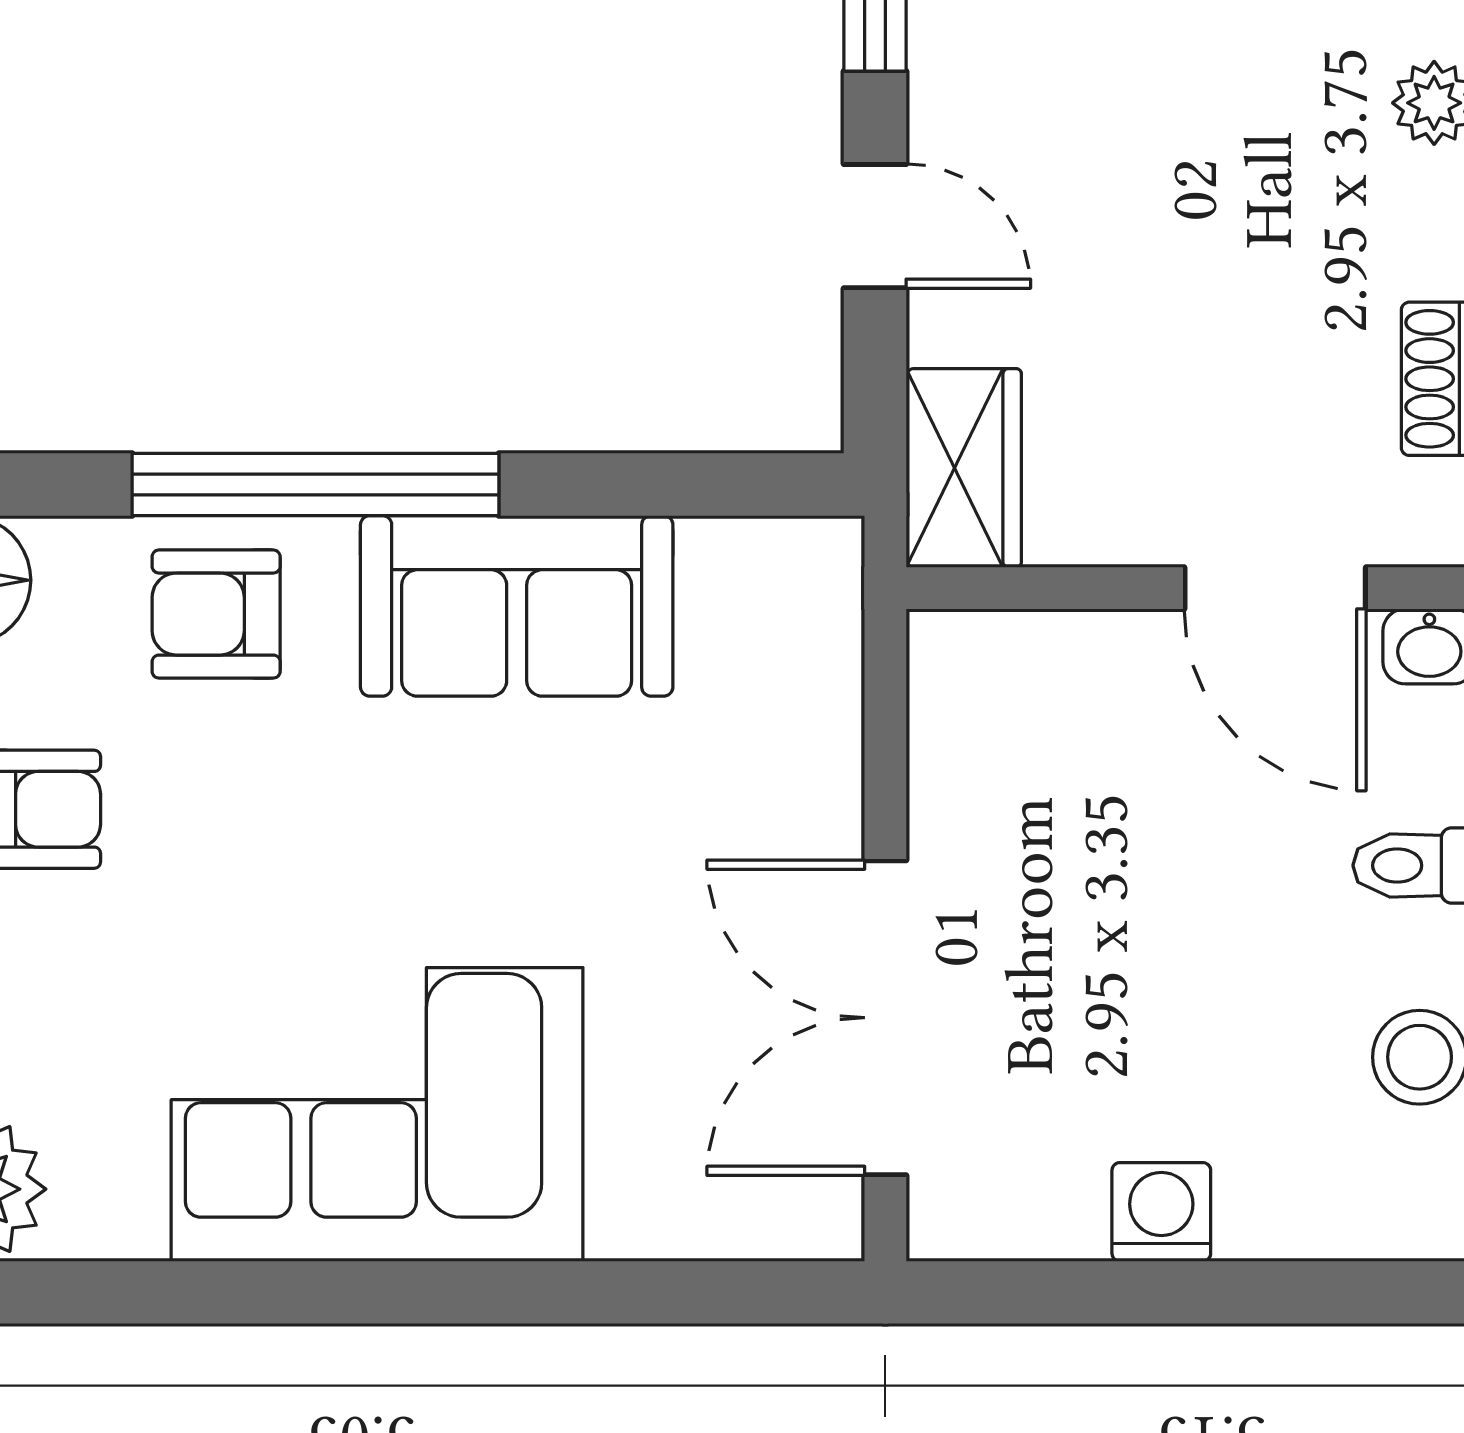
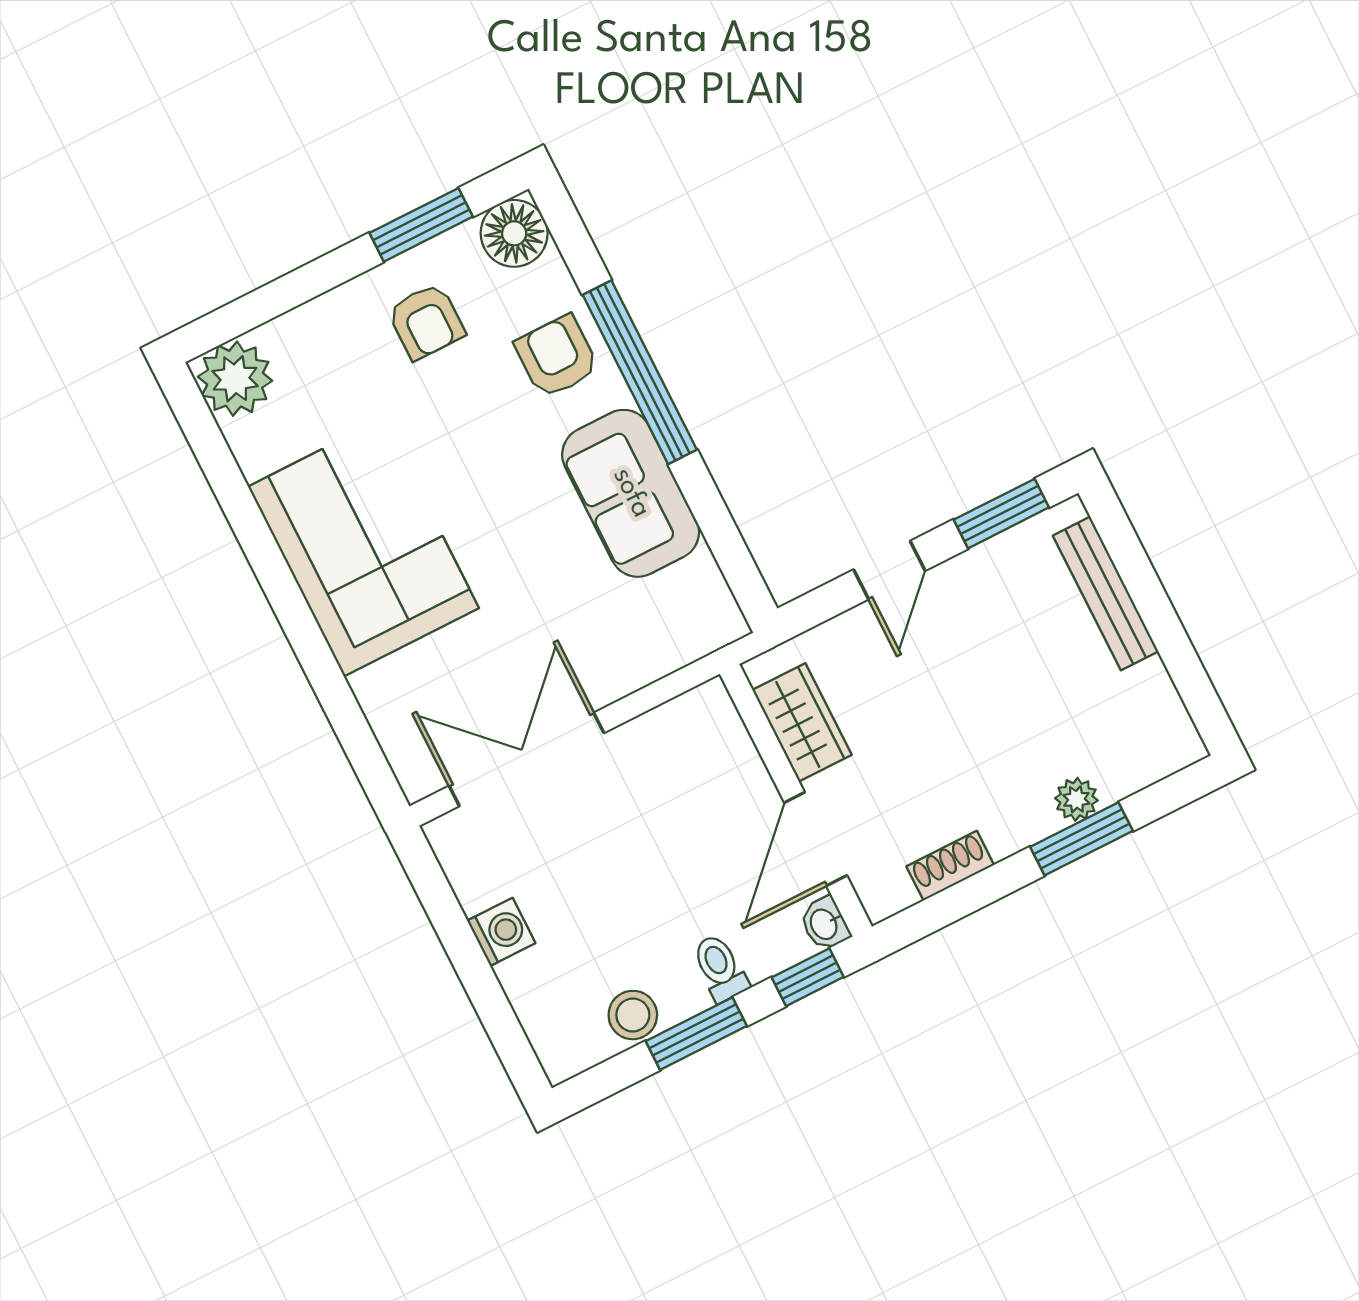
wardrobe: (964, 468) -> (802, 722), moved, turned -90

